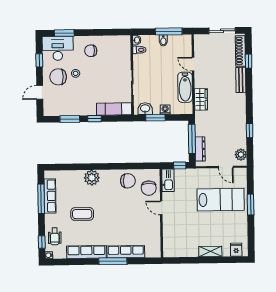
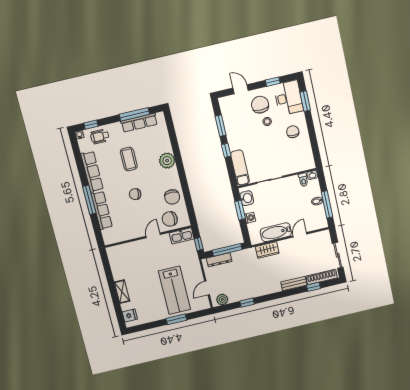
chair: (117, 216) -> (135, 194), added

